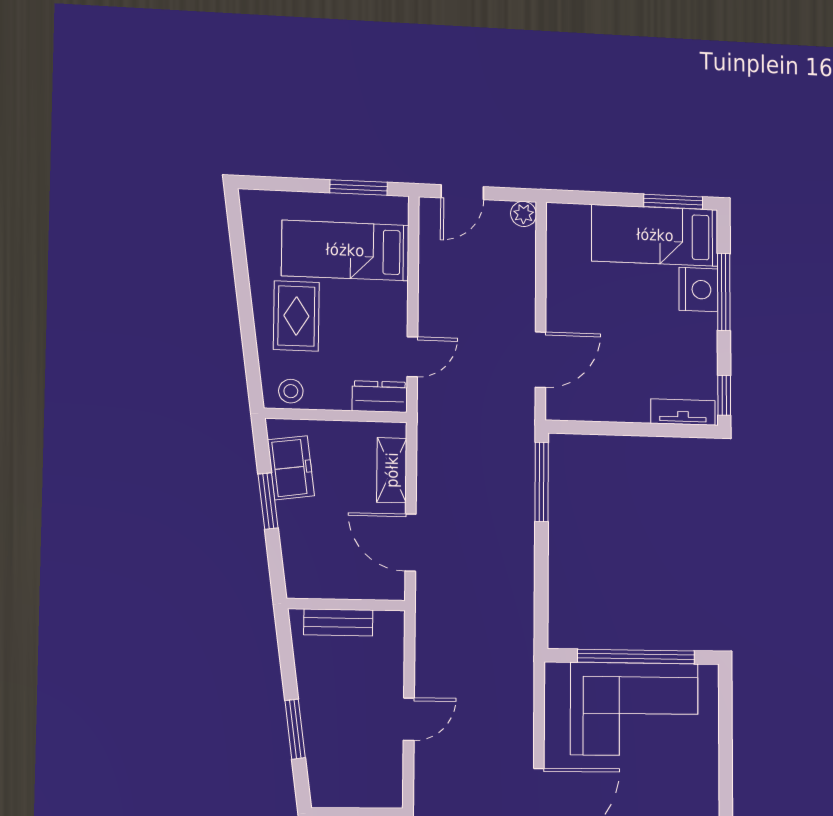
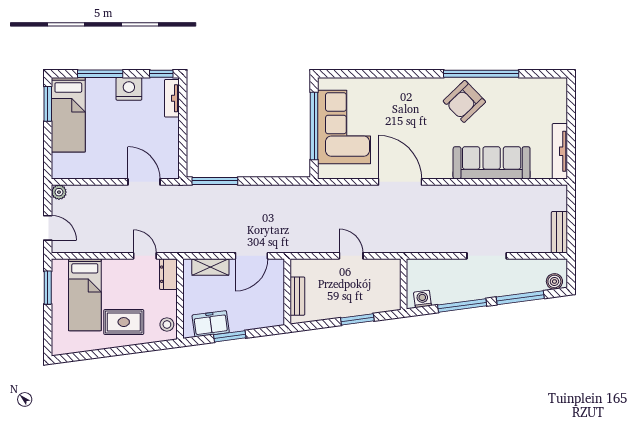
nightstand: (698, 290) -> (129, 89), moved

